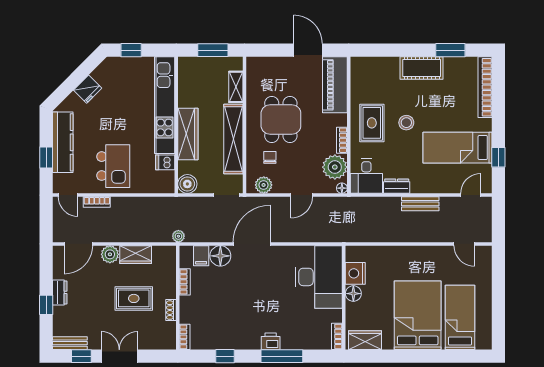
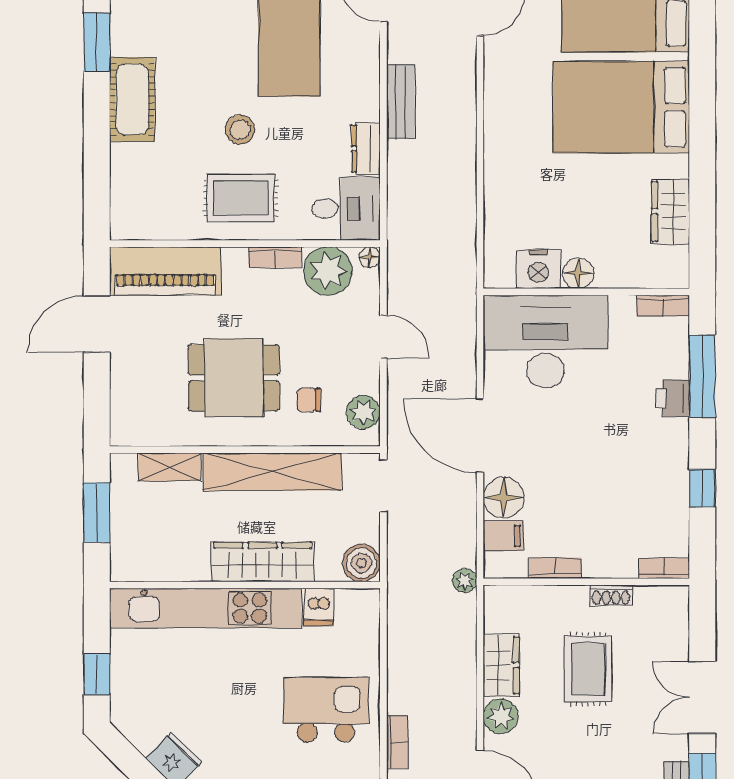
nightstand: (355, 273) -> (538, 269), moved
desk: (319, 277) -> (545, 342), moved
floor lamp: (353, 294) -> (578, 273), moved
wall: (344, 298) -> (586, 292), moved
bookcase: (337, 336) -> (663, 306), moved

